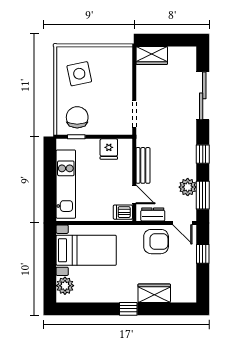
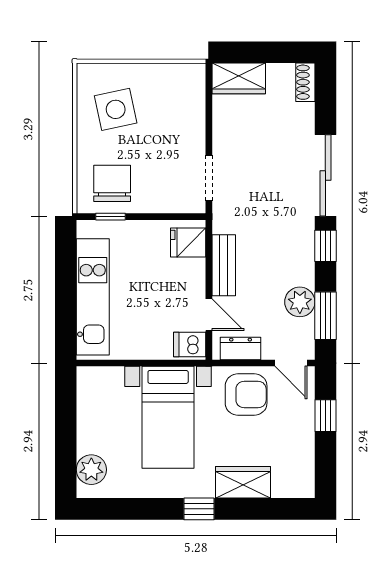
shoe rack: (191, 58) -> (305, 82), added
sliding door: (203, 96) -> (325, 175), moved
fridge: (109, 149) -> (188, 242), moved, turned 90
bed with nightstands: (86, 250) -> (168, 417), moved, turned 90

